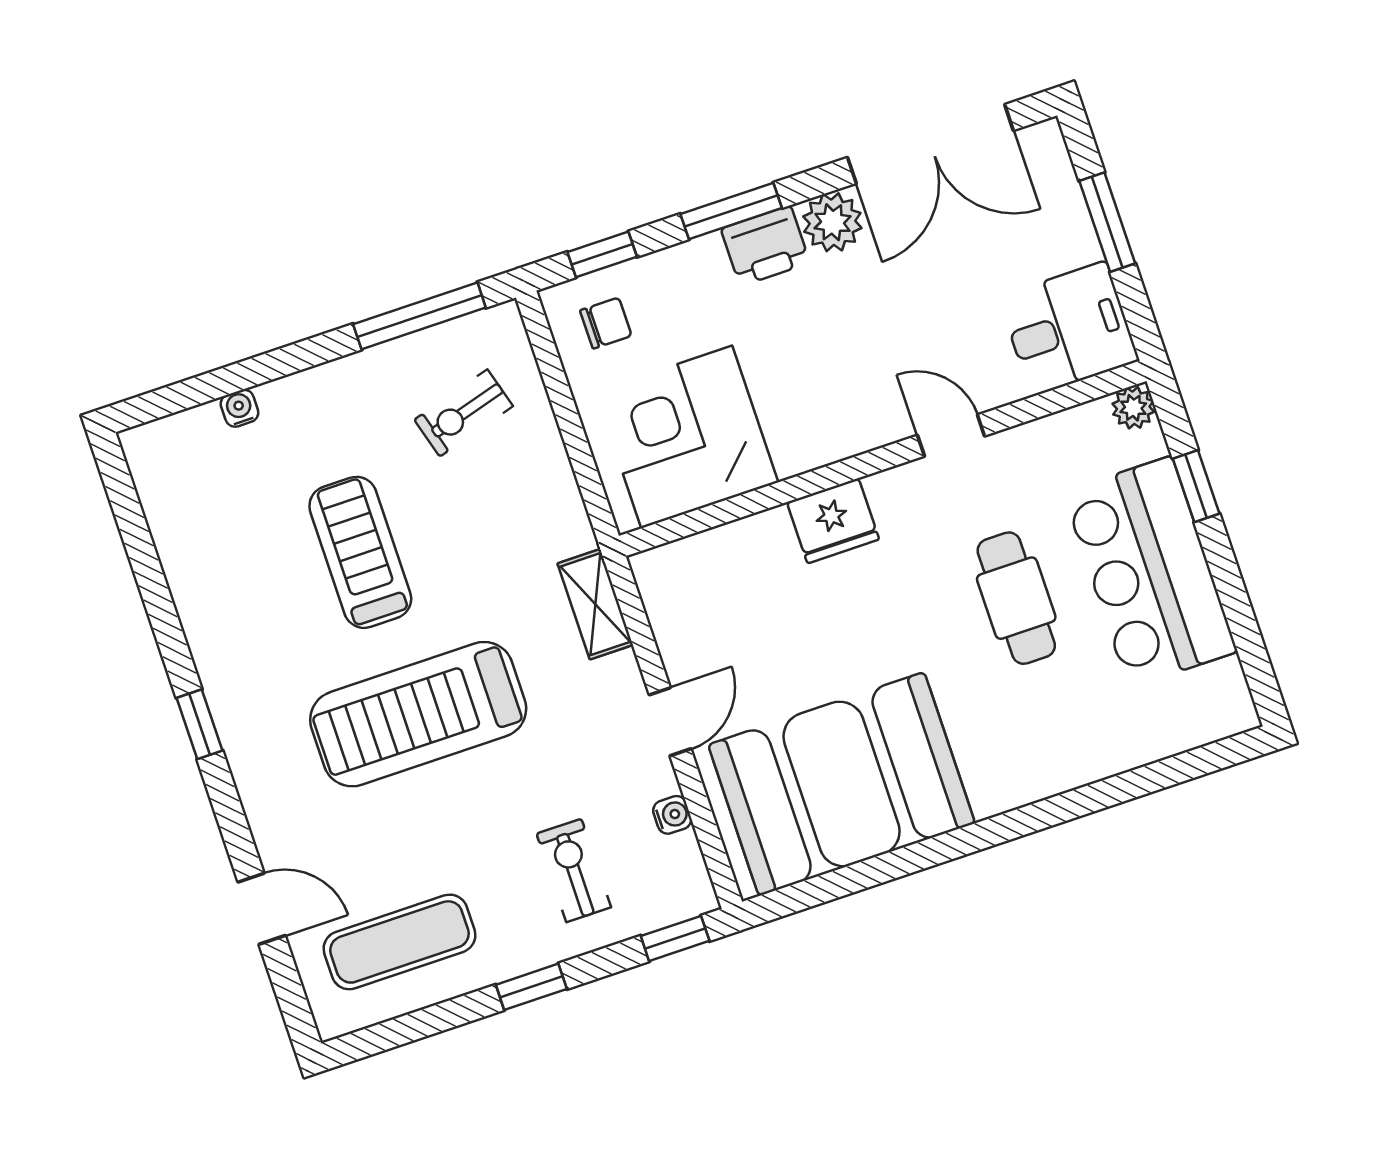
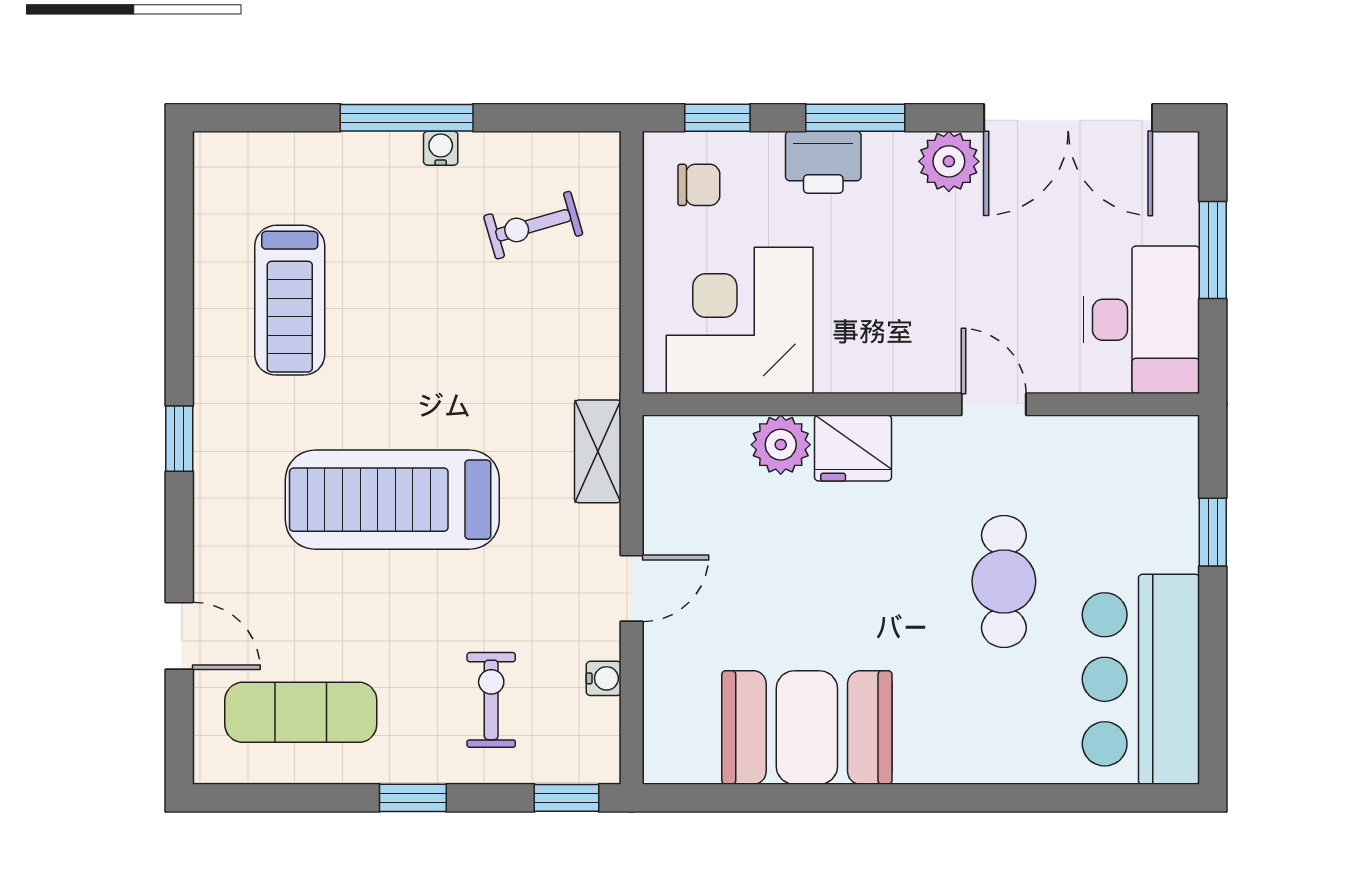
printer: (765, 246) -> (823, 162), moved
window: (419, 316) -> (407, 118), moved
desk: (1069, 329) -> (1141, 320), width x1.37
water cooler: (239, 408) -> (441, 148), moved
plant: (1133, 408) -> (781, 445), moved, width x1.38, depth x1.38
treadmill: (360, 552) -> (290, 300), moved, turned 180
bar counter: (1150, 572) -> (1141, 679), moved
booth: (842, 784) -> (807, 728), width x0.73, depth x0.70

